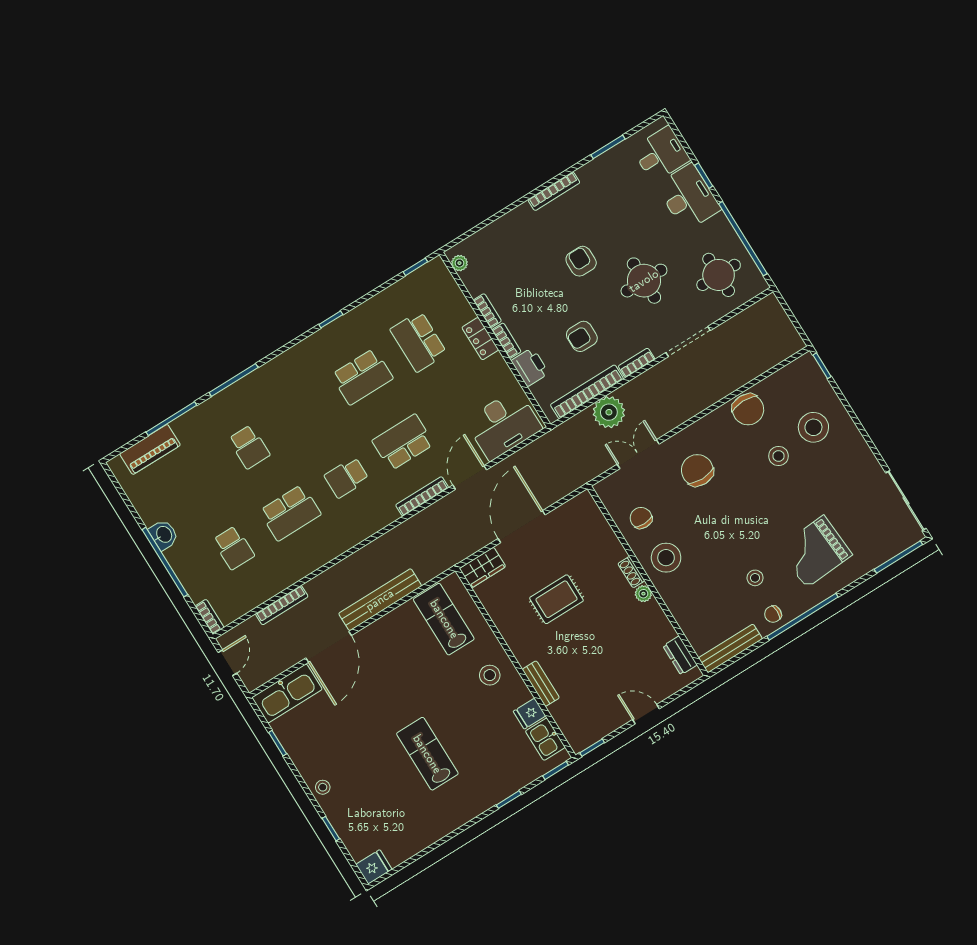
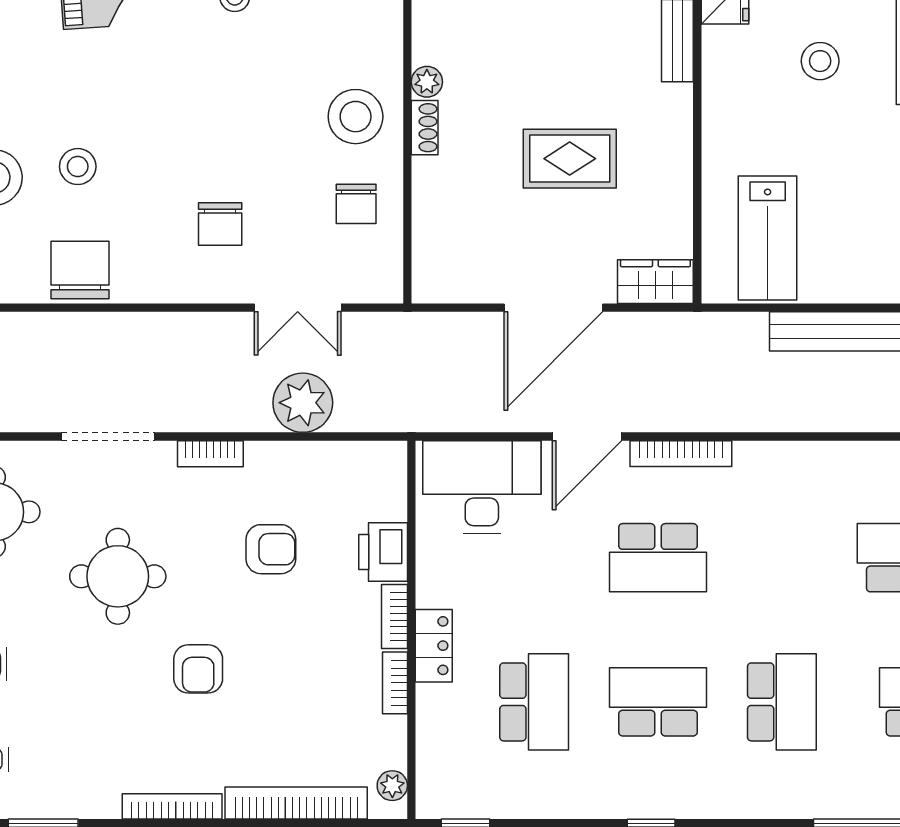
bookcase: (587, 392) -> (296, 803), moved, turned 180
chair: (697, 470) -> (220, 224), width x0.73, depth x0.73
school desk: (347, 477) -> (782, 702), moved, width x1.85
stool: (490, 675) -> (820, 61), moved

